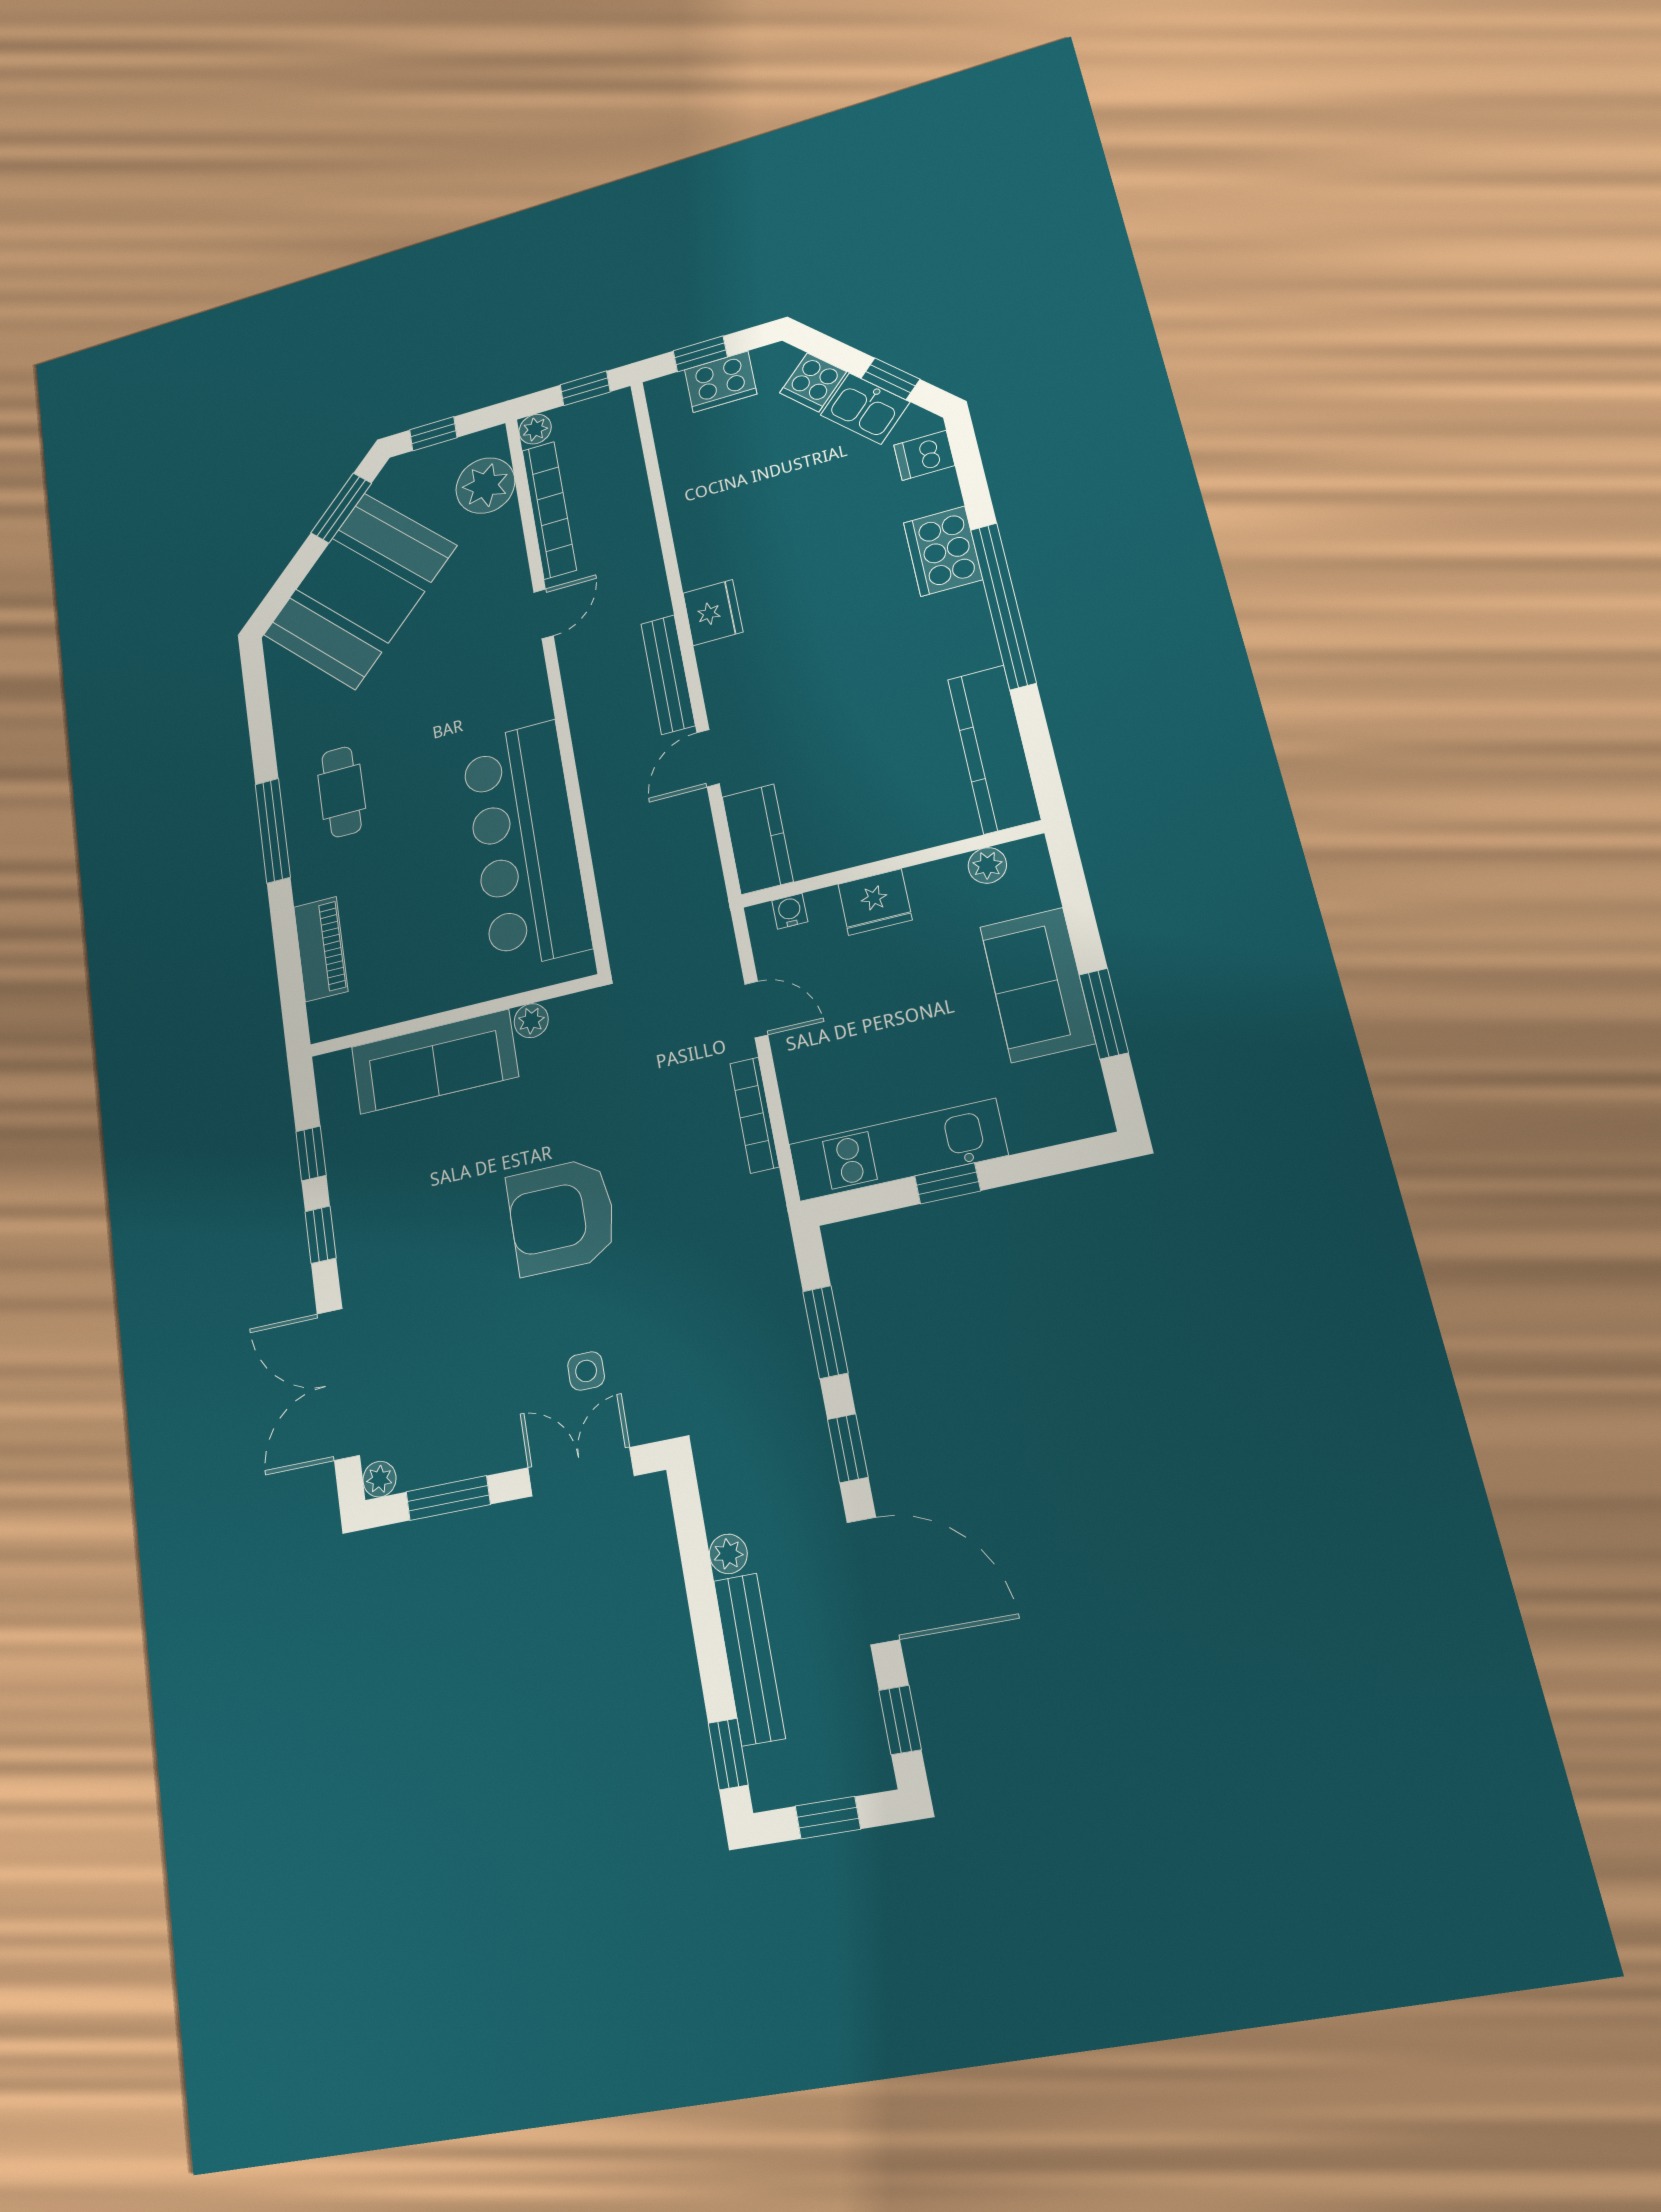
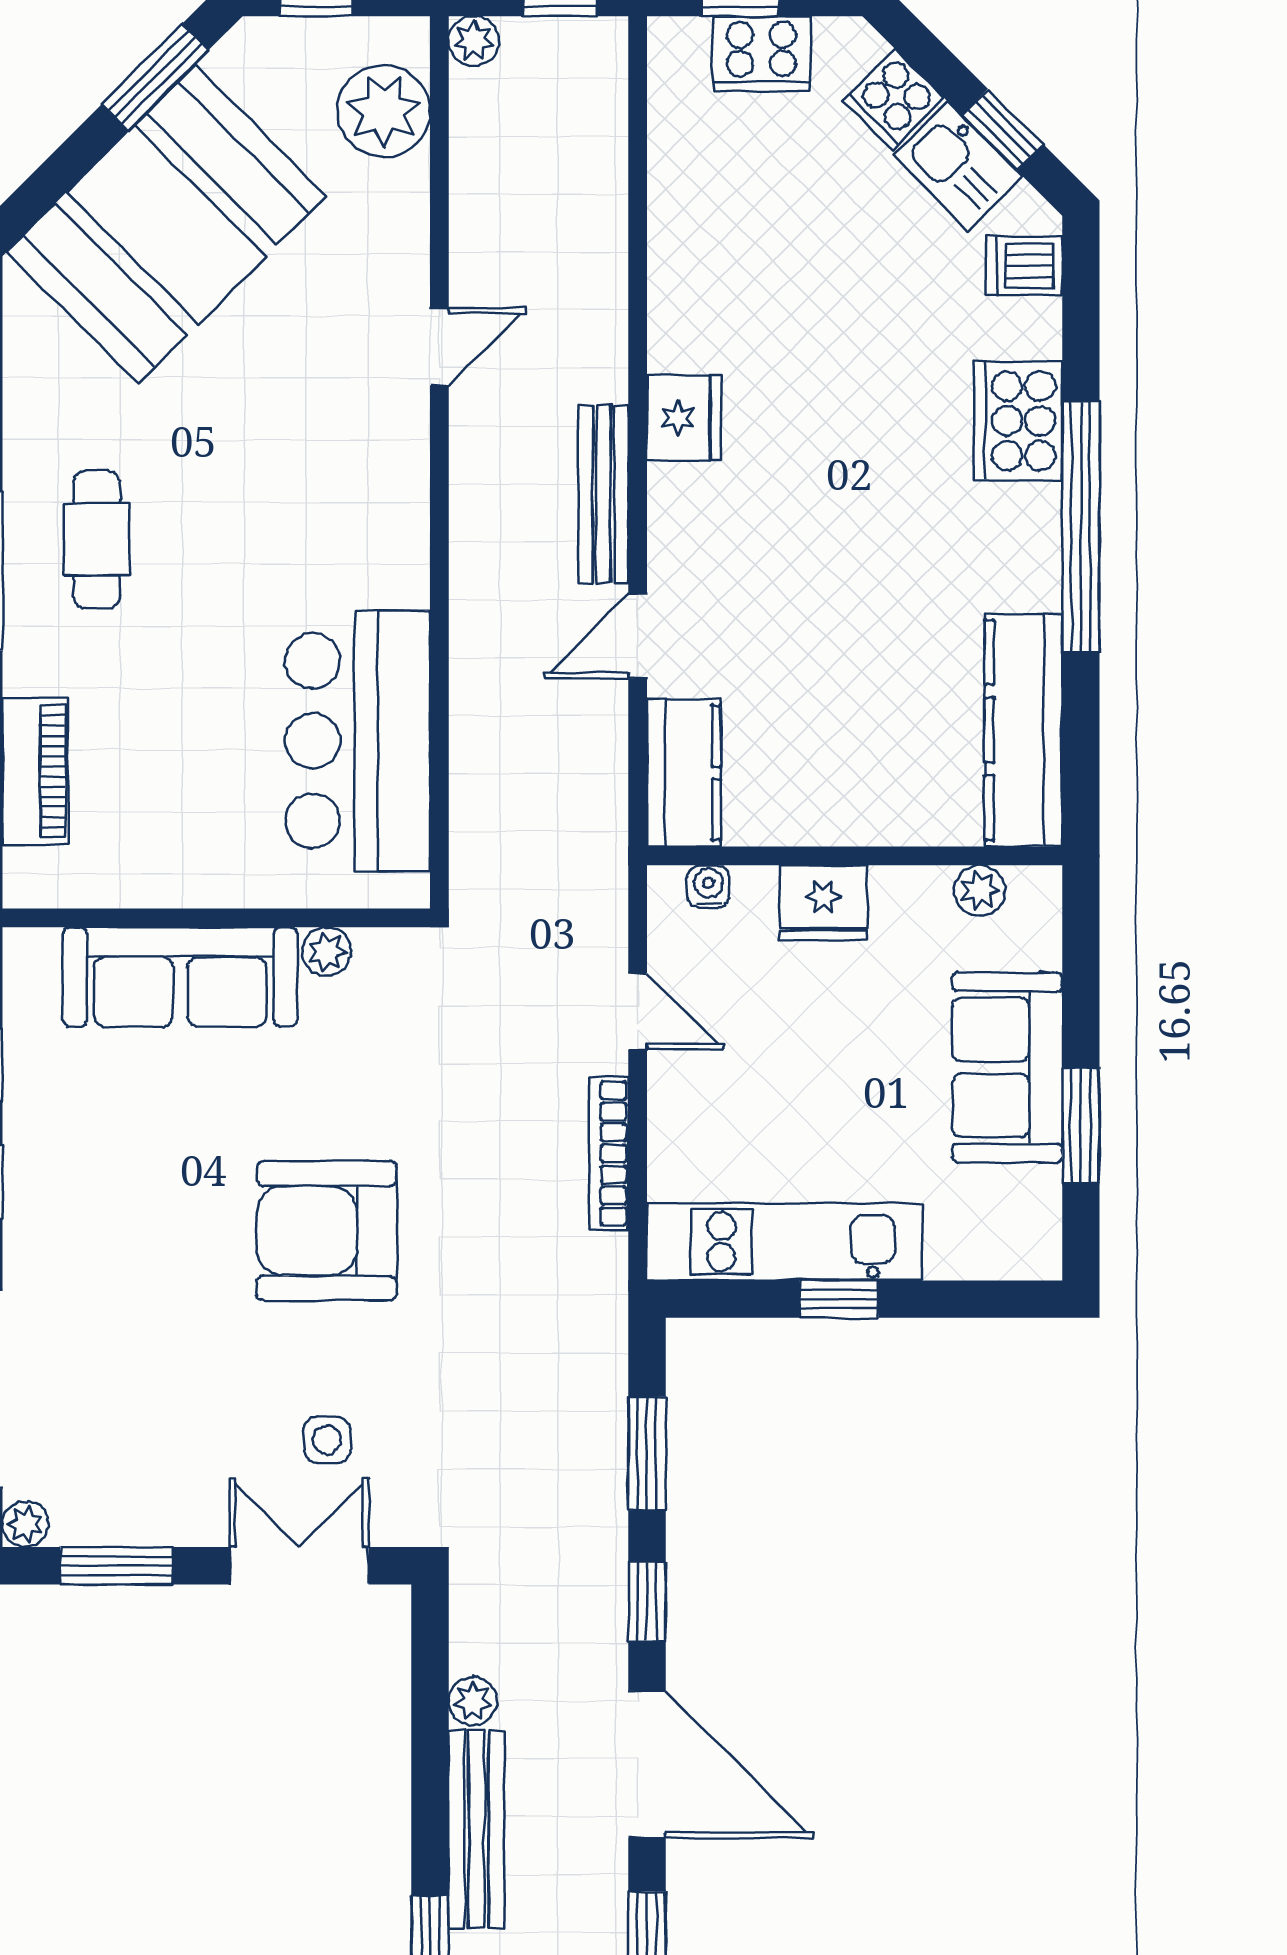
bookcase: (549, 510) -> (474, 182), removed
bar counter: (525, 844) -> (358, 741), width x0.73

